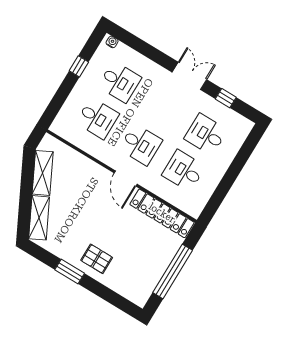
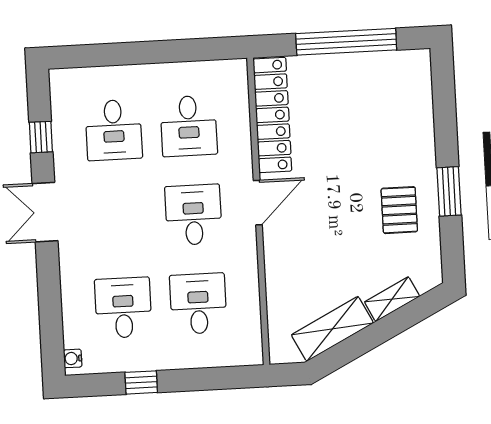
shelving: (39, 218) -> (392, 299), width x0.67, depth x0.75
pallet: (97, 259) -> (399, 210), moved

